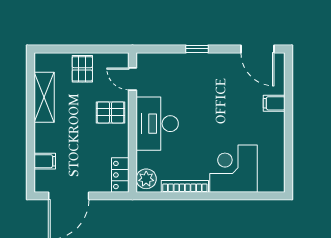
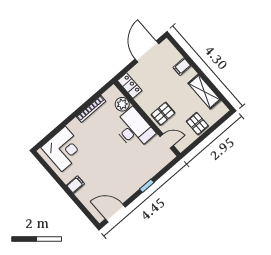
filing cabinet: (274, 103) -> (75, 185), moved
filing cabinet: (45, 161) -> (182, 67), moved
corner desk: (233, 169) -> (64, 149), moved
plant: (146, 179) -> (122, 104), moved

